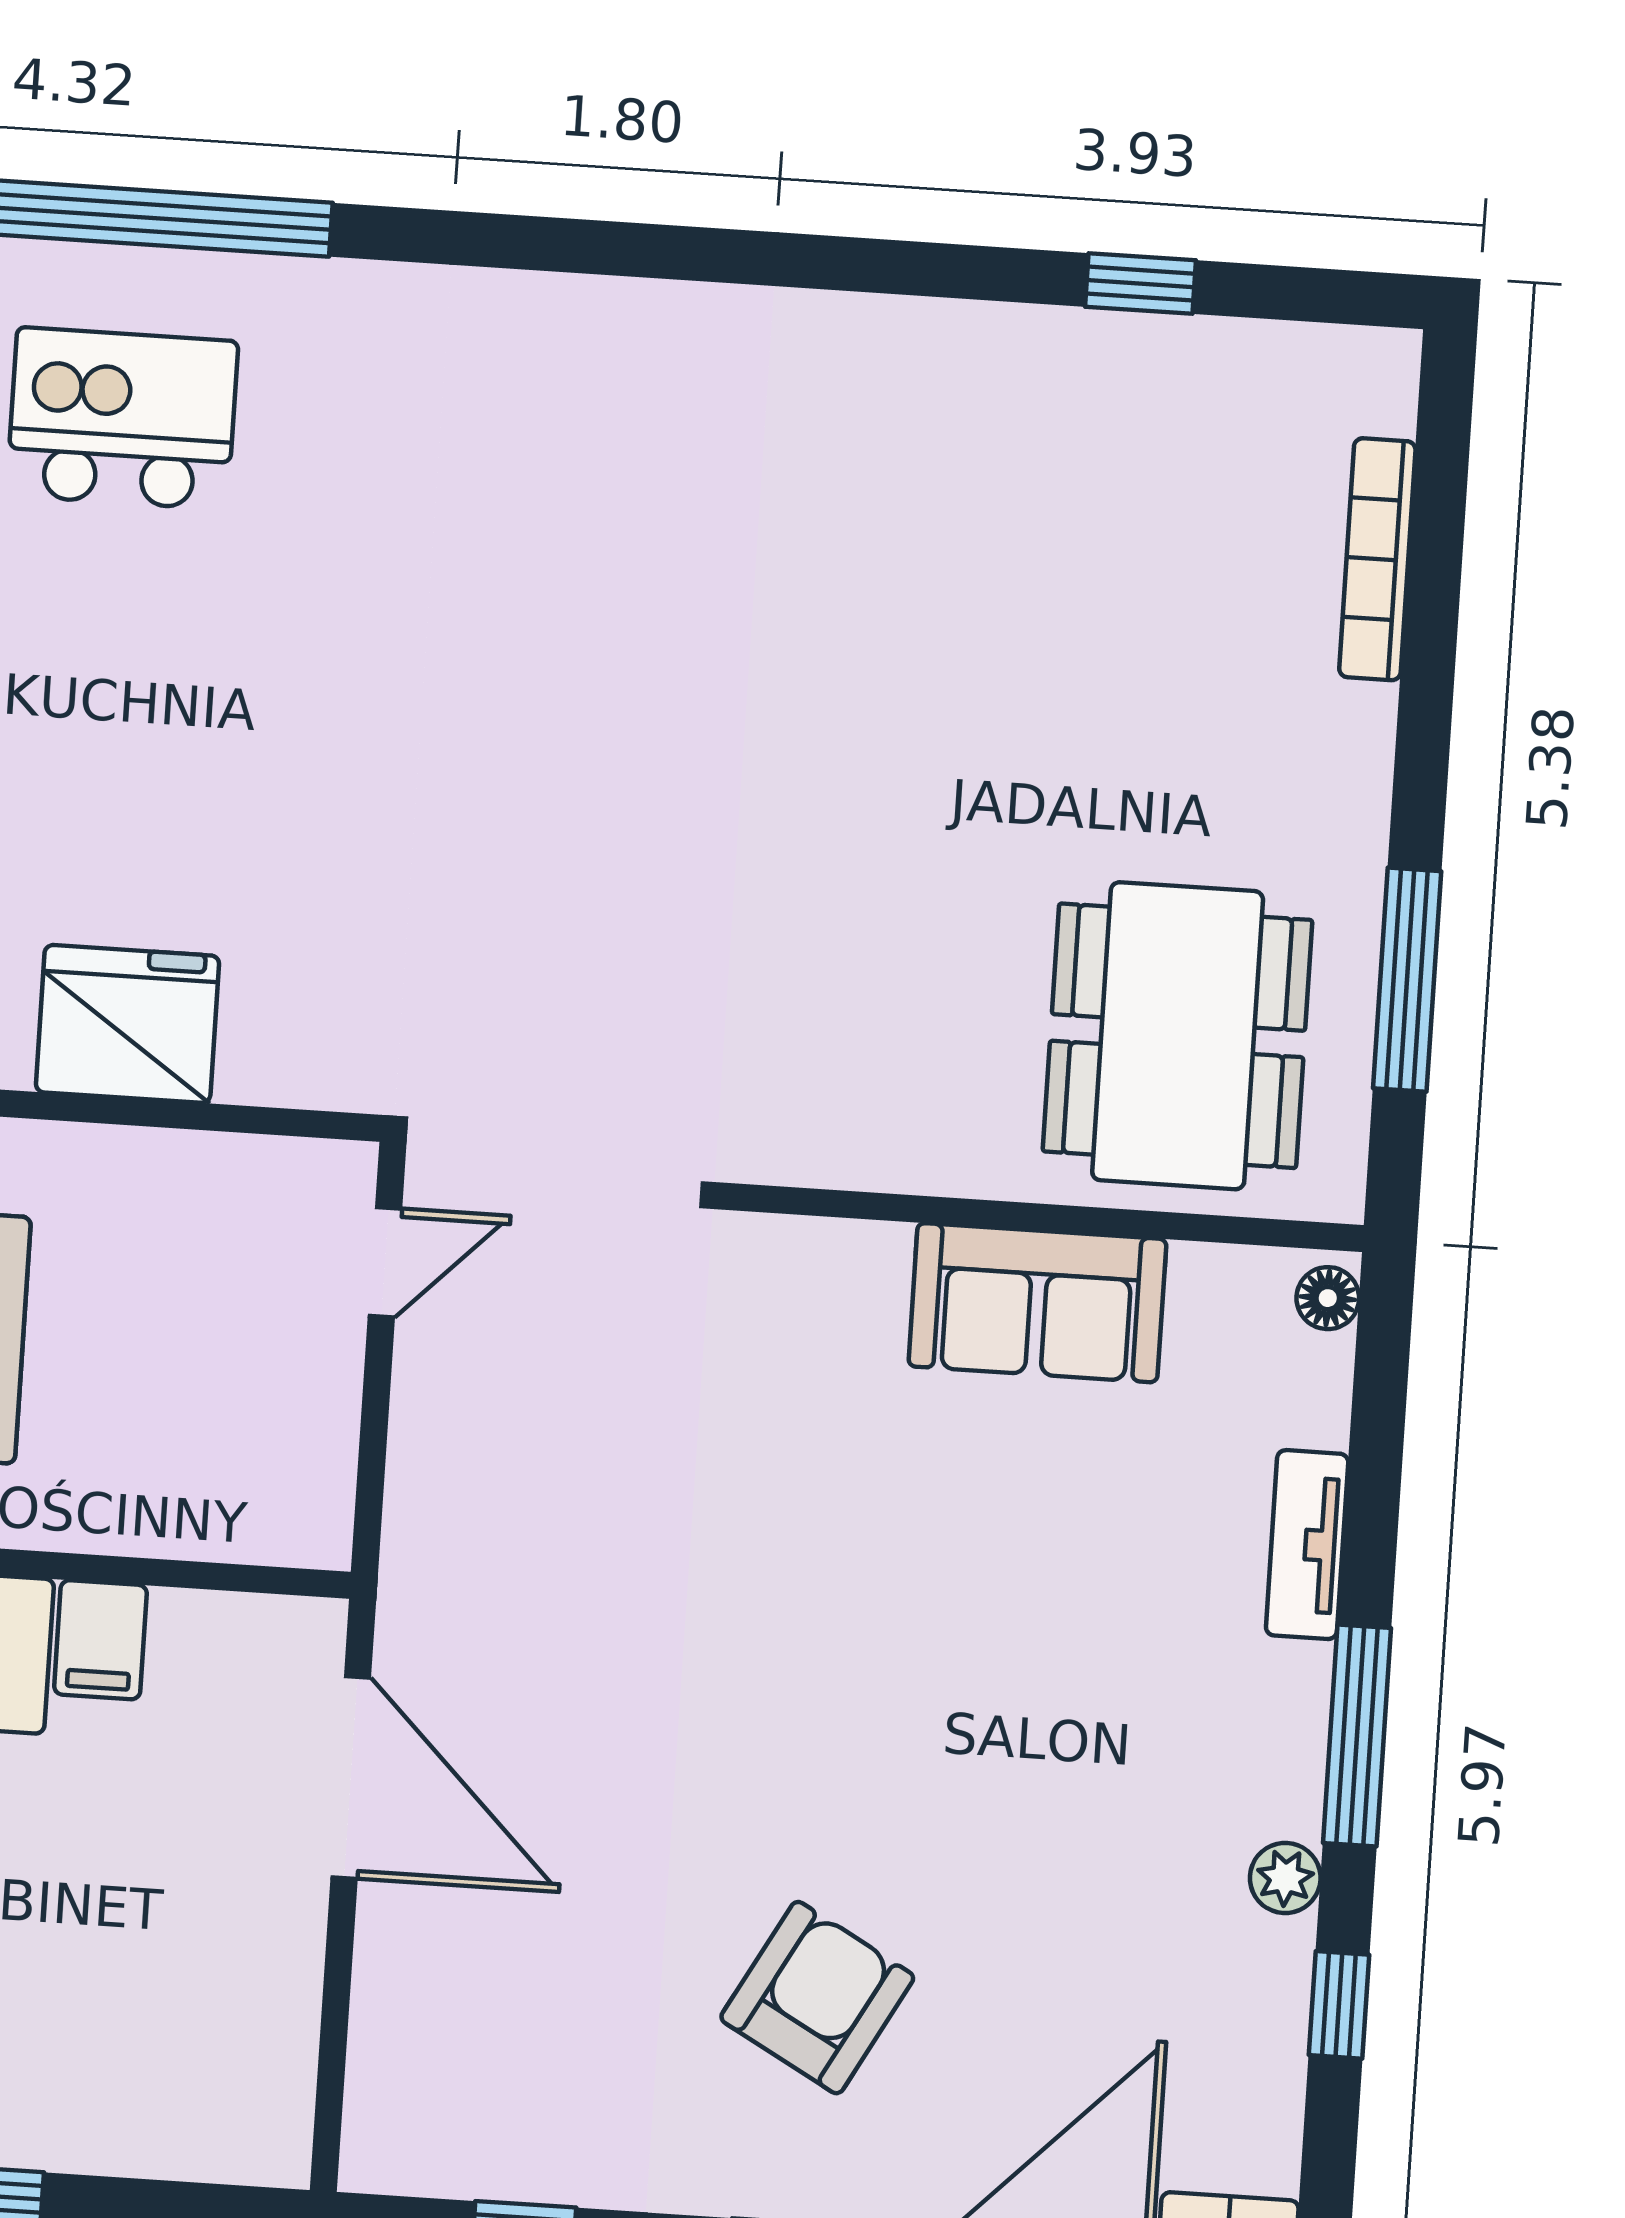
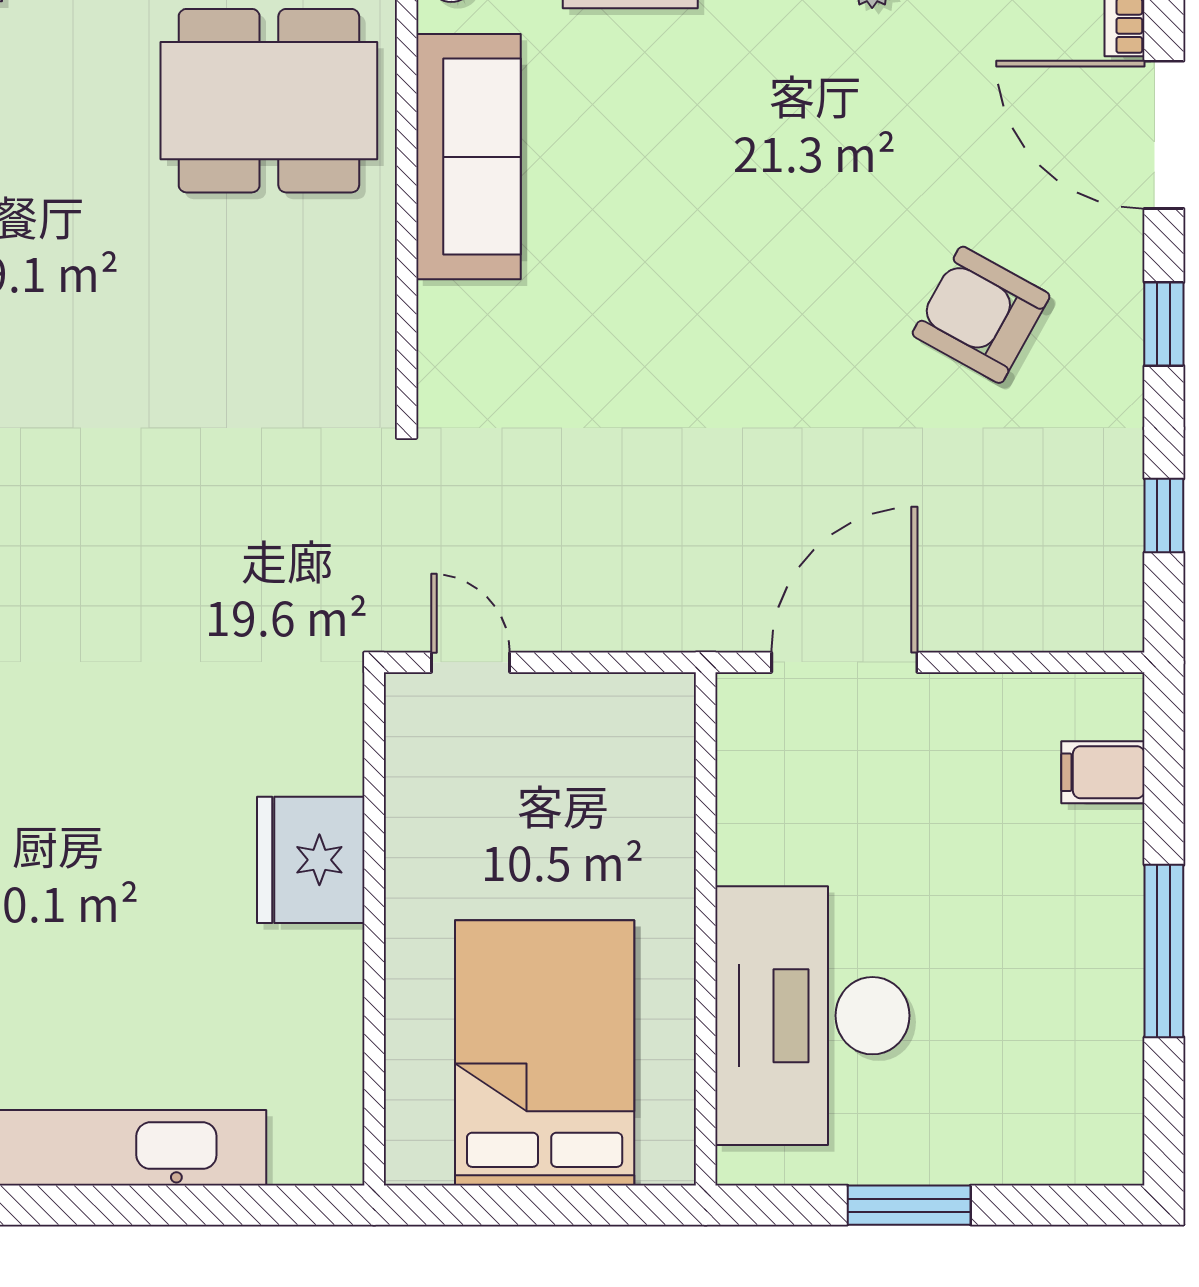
sofa: (1037, 1303) -> (469, 157), width x1.36
filing cabinet: (100, 1640) -> (1103, 772), moved, turned 180

